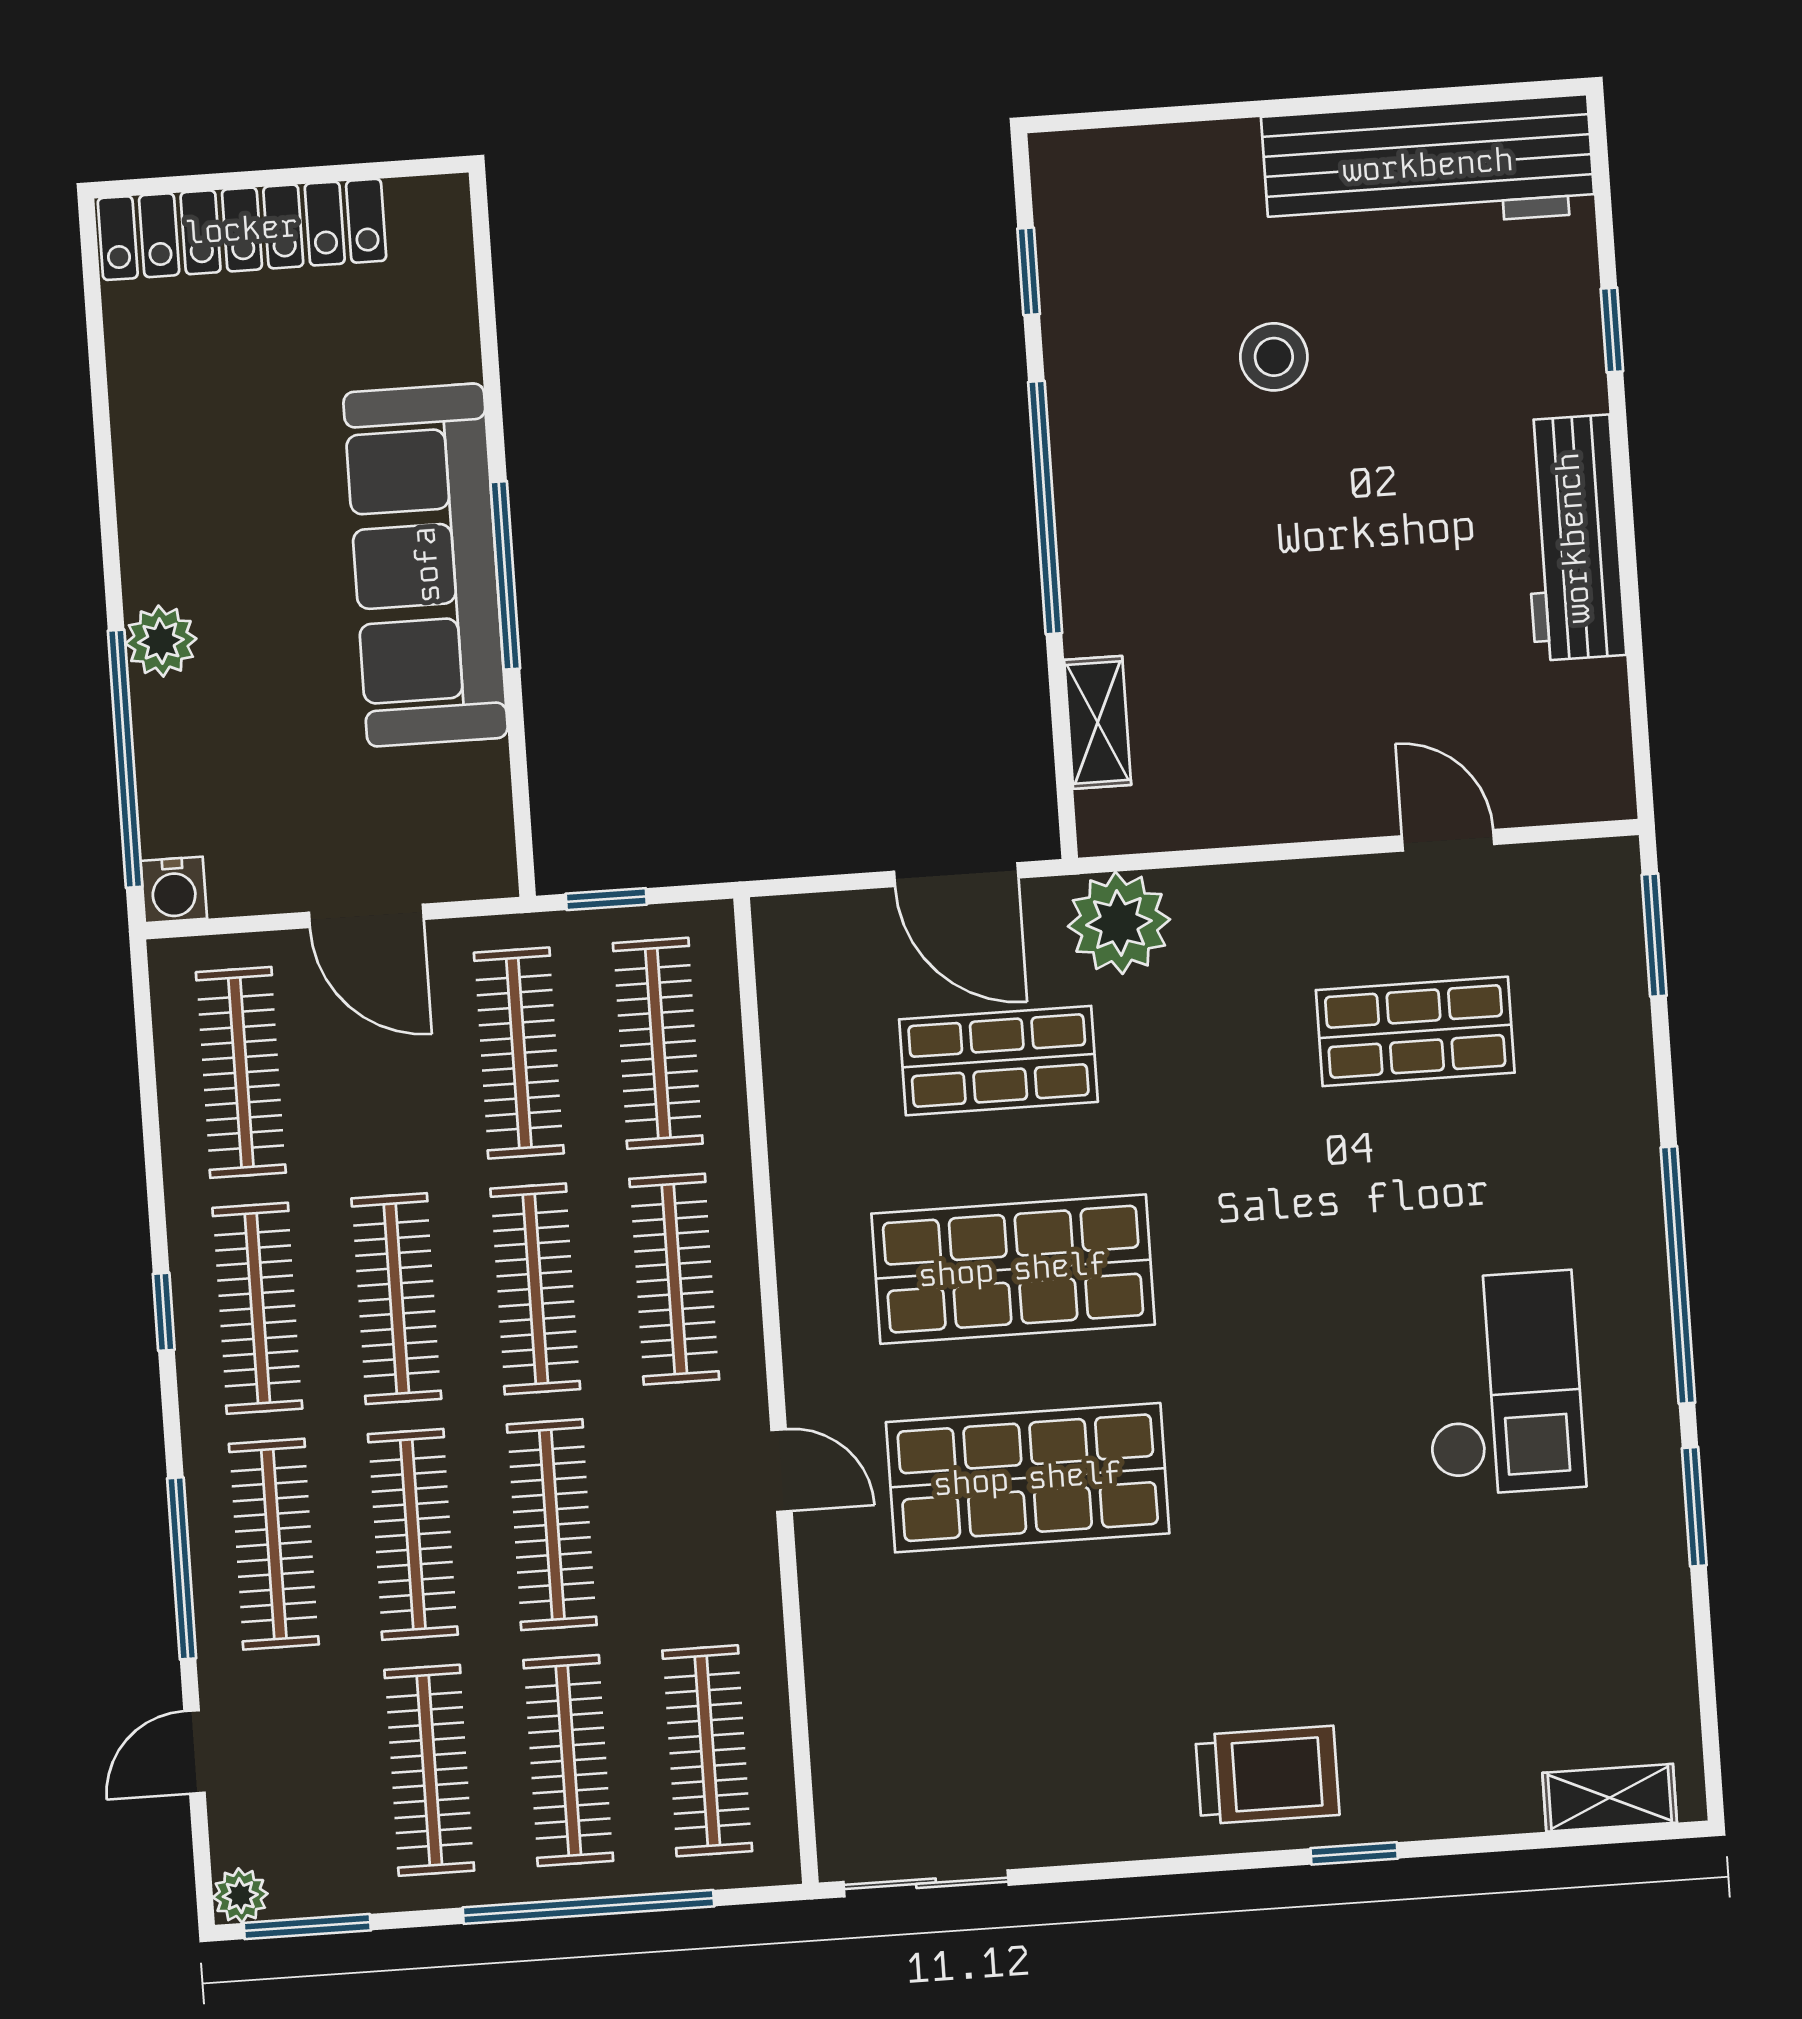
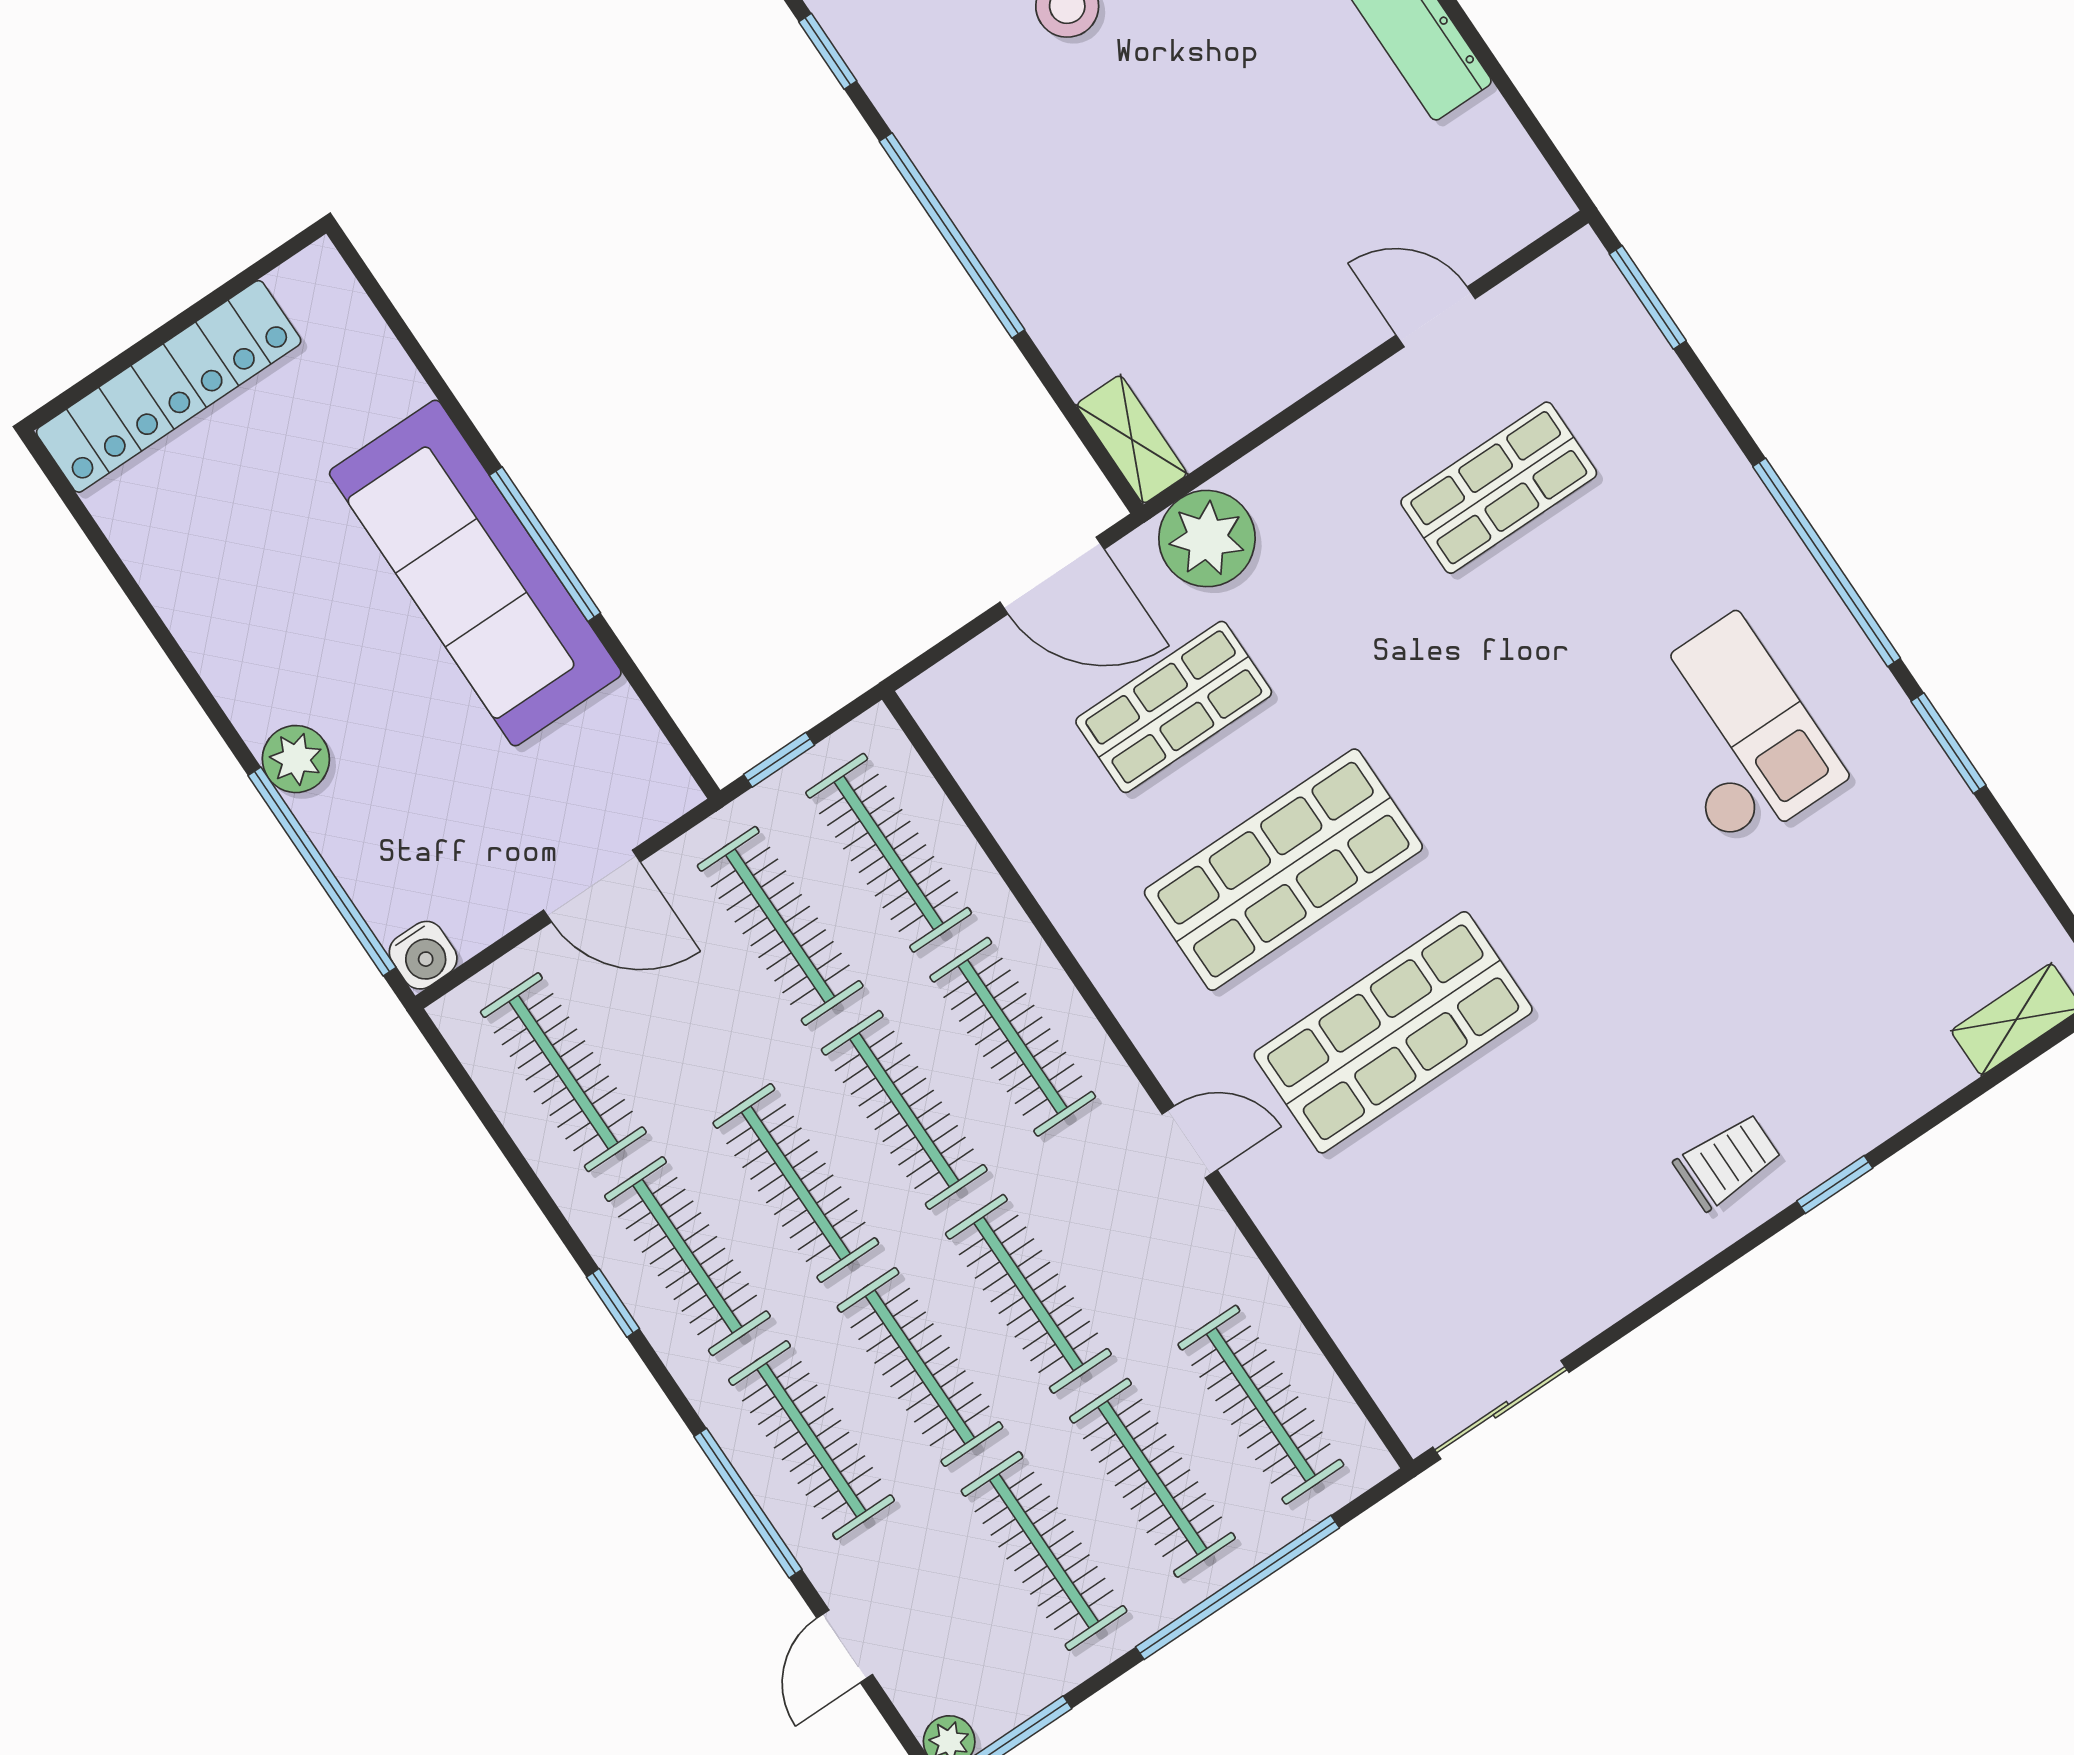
shelving: (1098, 722) -> (1132, 439), moved
trolley: (1267, 1775) -> (1728, 1162), width x0.73, depth x0.72

